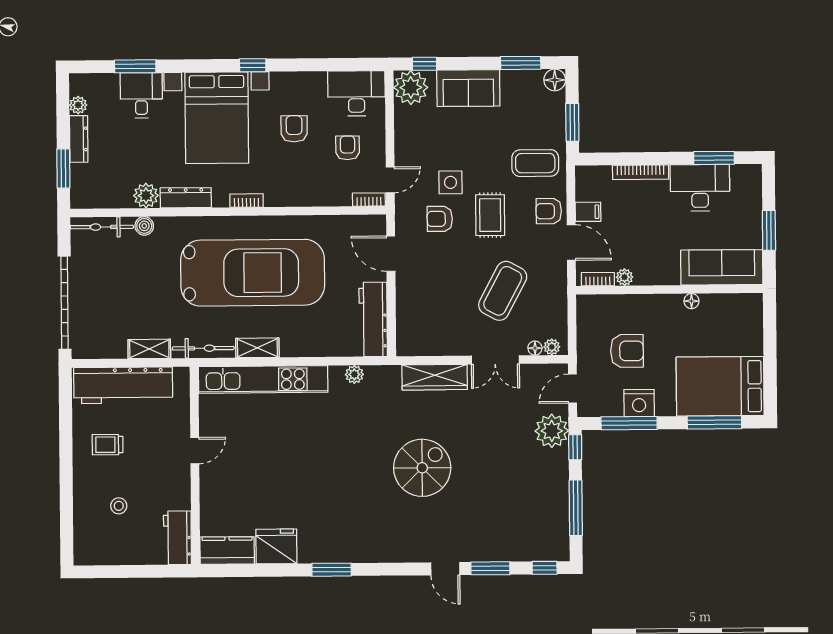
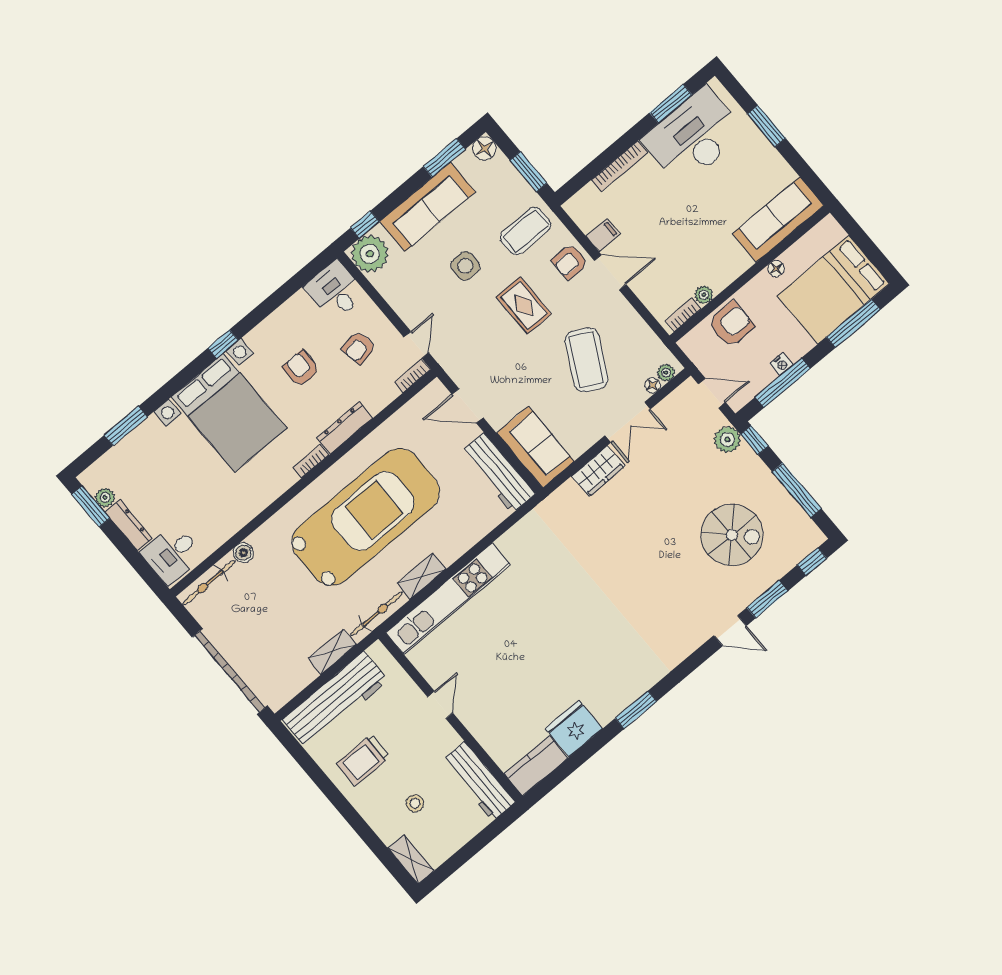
sofa: (468, 88) -> (428, 207), width x1.36
desk: (356, 93) -> (335, 291), width x0.73
desk: (141, 95) -> (172, 554), moved, turned -90
armchair: (348, 148) -> (359, 348), turned -100
window: (63, 168) -> (91, 506), moved
side table: (450, 182) -> (465, 266), moved
desk: (700, 188) -> (693, 136), width x1.36, depth x1.30
plant: (146, 196) -> (224, 526), removed
dresser: (186, 198) -> (345, 428), moved
armchair: (440, 219) -> (484, 343), removed
sofa: (722, 267) -> (778, 220), moved
plant: (624, 277) -> (704, 295), moved
bookcase: (598, 279) -> (683, 315), moved
wall: (669, 289) -> (750, 274), moved
floor lamp: (691, 301) -> (776, 269), moved
sofa: (415, 323) -> (535, 447), added
plant: (354, 374) -> (521, 532), removed
wardrobe: (435, 377) -> (598, 471), width x0.67
door: (573, 389) -> (712, 393), swing flipped
nightstand: (639, 403) -> (781, 364), width x0.53, depth x0.56
plant: (552, 431) -> (727, 440), width x0.73, depth x0.73
trolley: (108, 445) -> (363, 760), width x1.36, depth x1.39
spiral stairs: (422, 468) -> (732, 535), moved, turned 90
workbench: (177, 538) -> (479, 781), width x1.38
shelving: (83, 544) -> (411, 859), added

